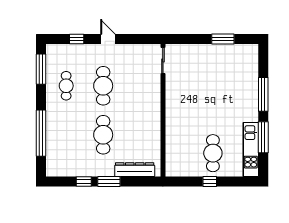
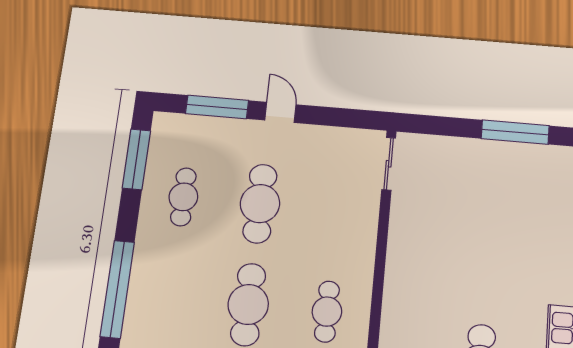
window: (77, 39) -> (217, 107), width x2.17
window: (223, 39) -> (515, 132), width x1.44
cafe table: (140, 135) -> (327, 312), added

